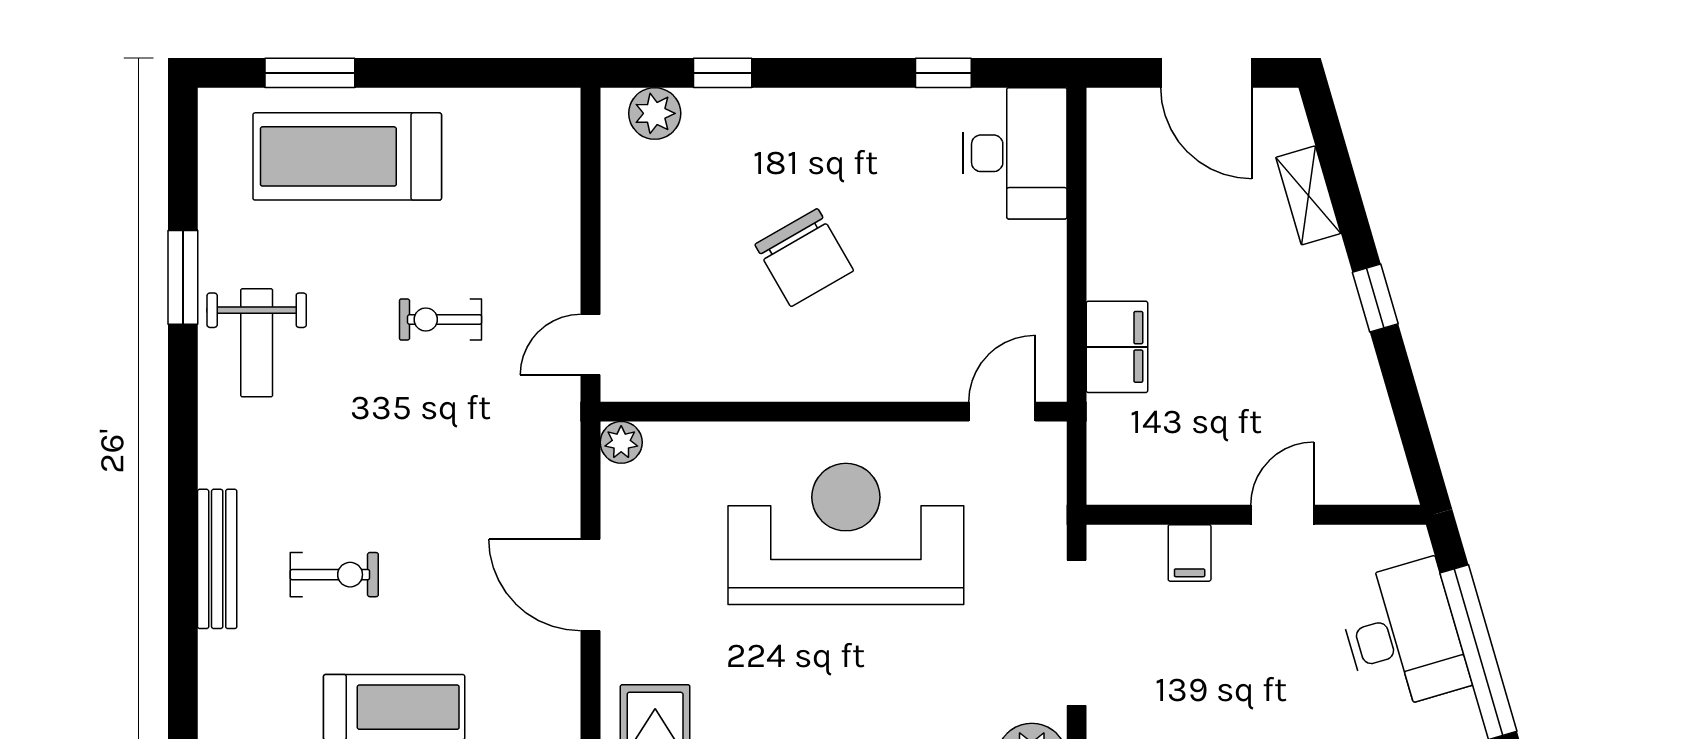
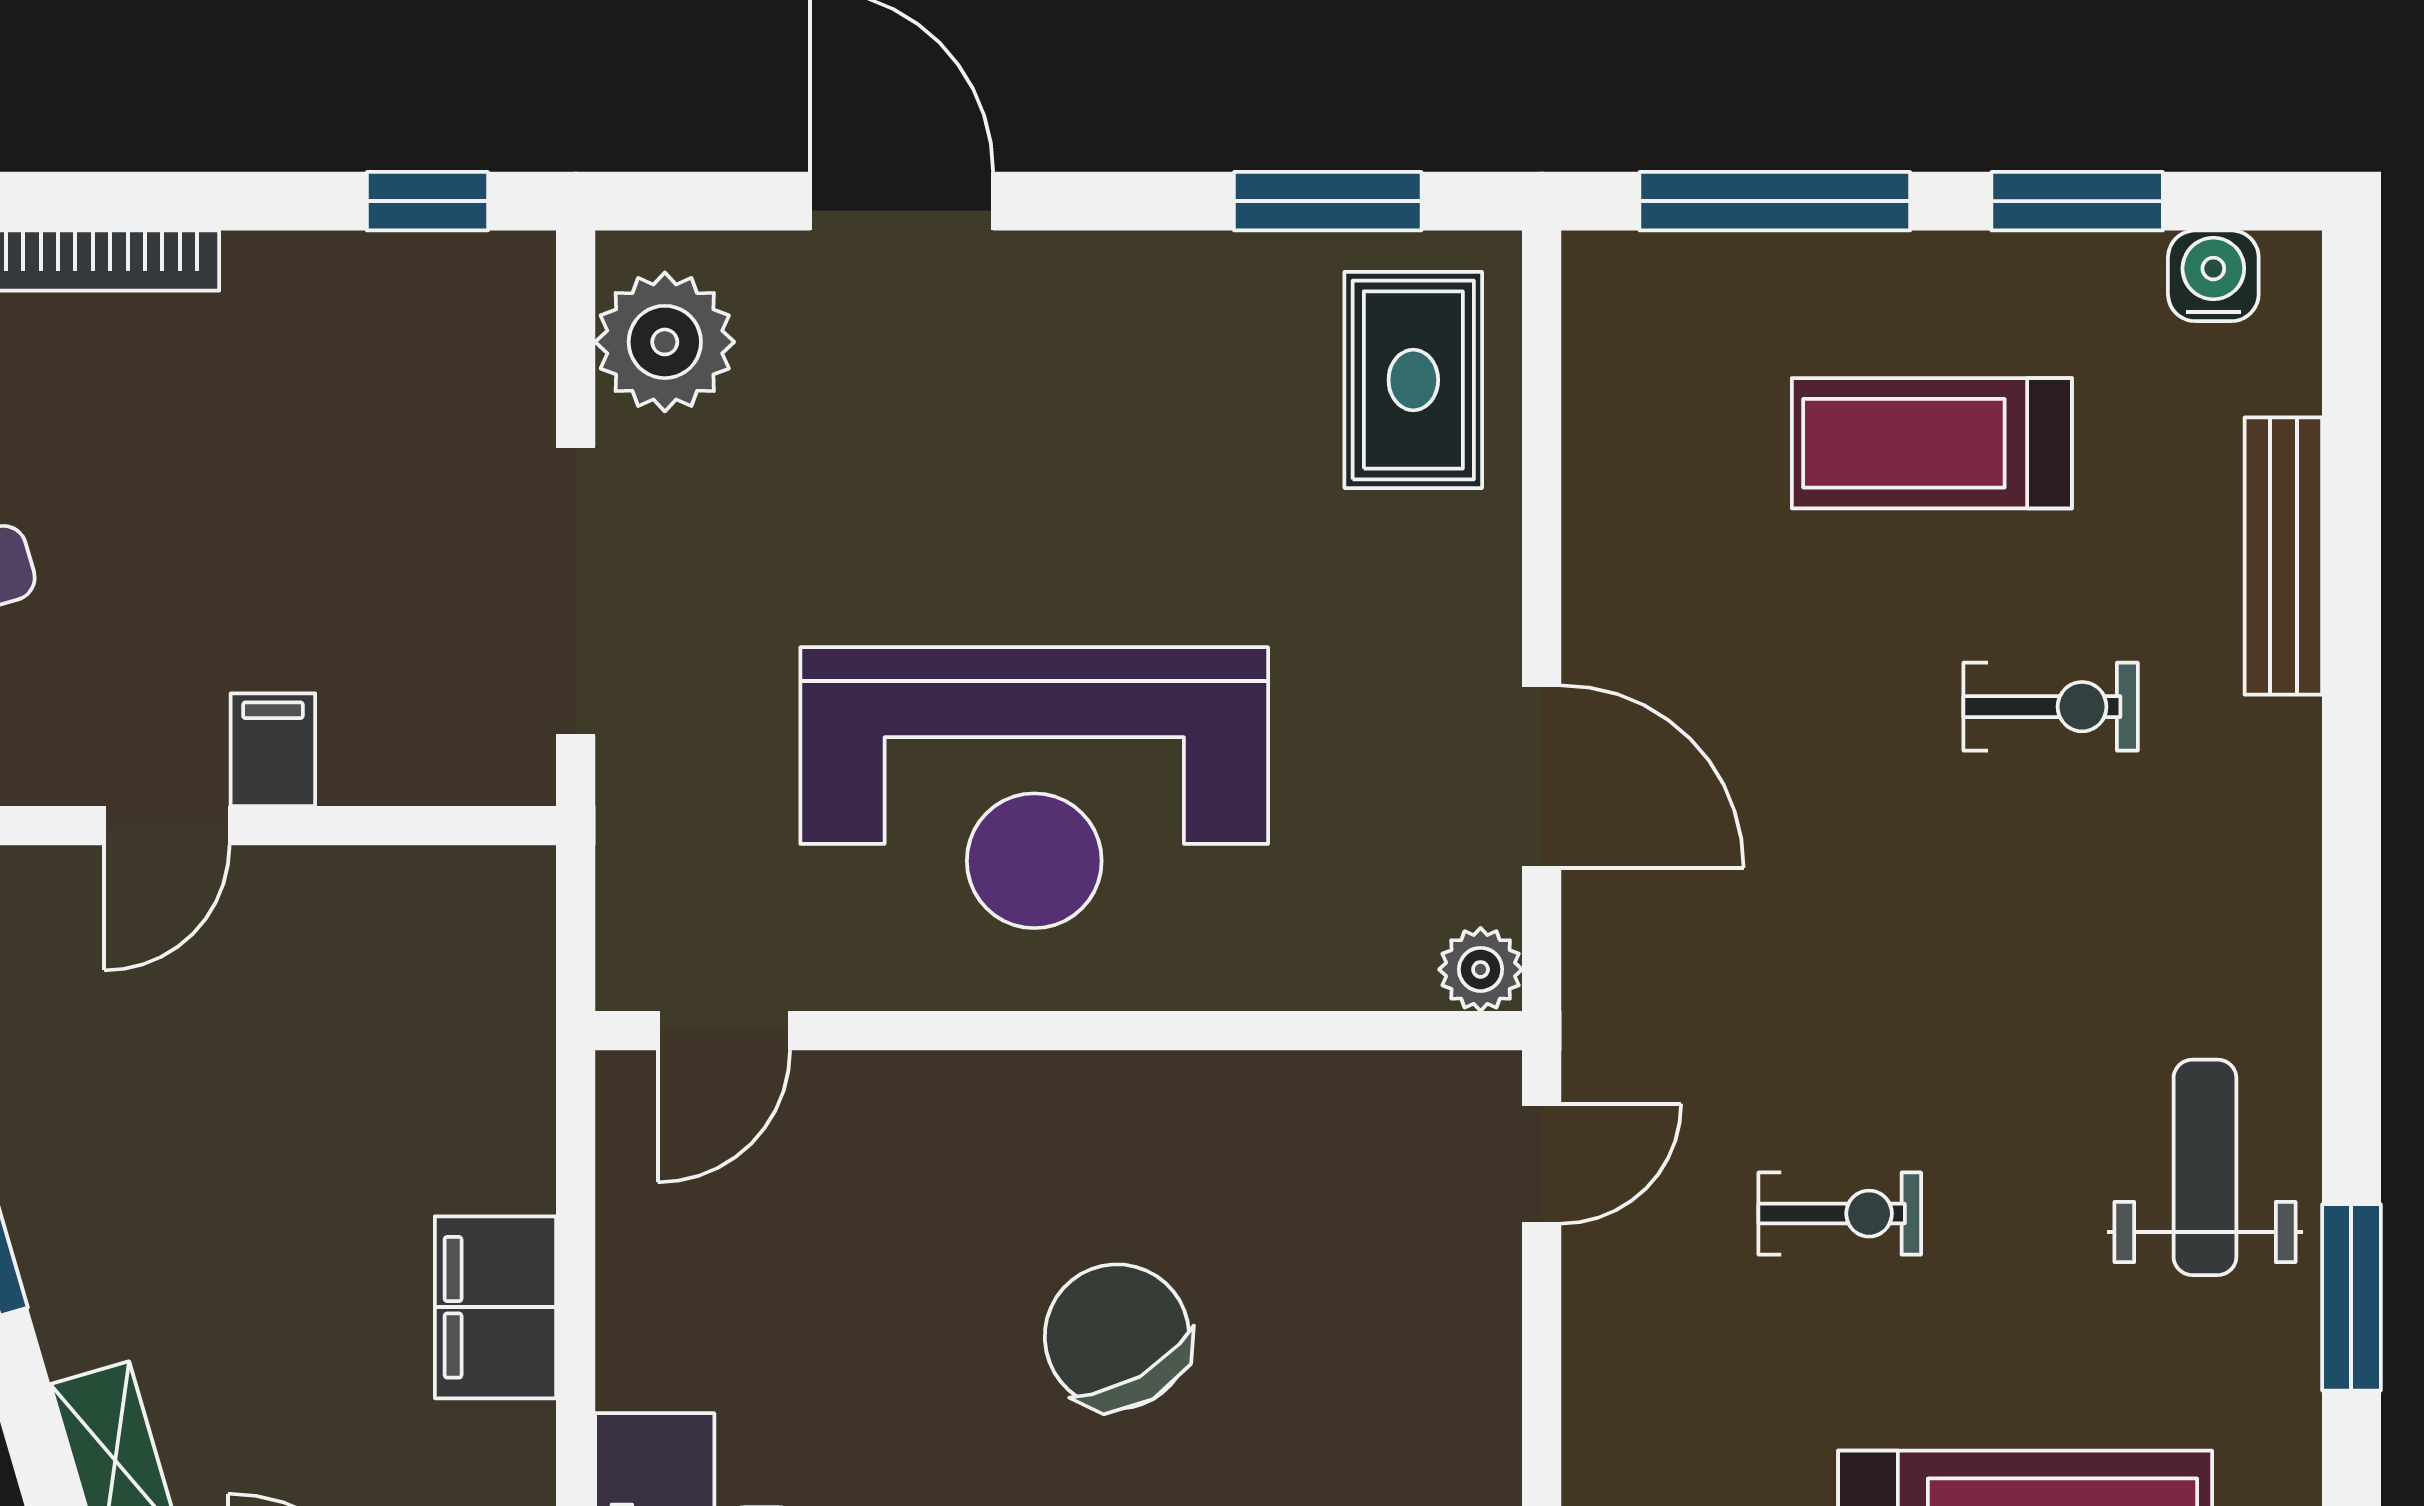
filing cabinet: (1117, 347) -> (495, 1307), moved
filing cabinet: (1190, 553) -> (273, 750), moved
bench: (217, 559) -> (2283, 556), moved
exercise bike: (334, 575) -> (2051, 707), turned 180
door: (590, 585) -> (1542, 777), moved

